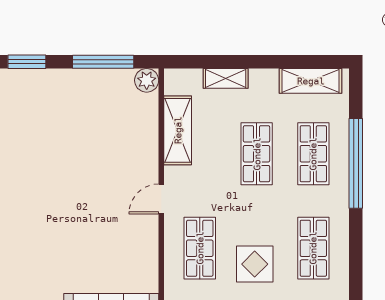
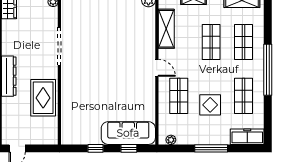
window: (356, 163) -> (268, 70), moved
door: (161, 199) -> (157, 68), swing flipped

